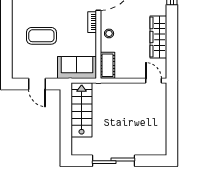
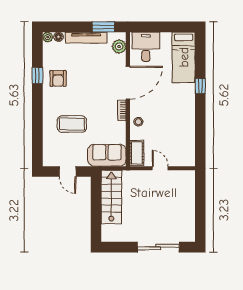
wardrobe: (158, 37) -> (187, 125), removed
door: (153, 81) -> (160, 168), moved
sliding door: (113, 161) -> (158, 247), moved

